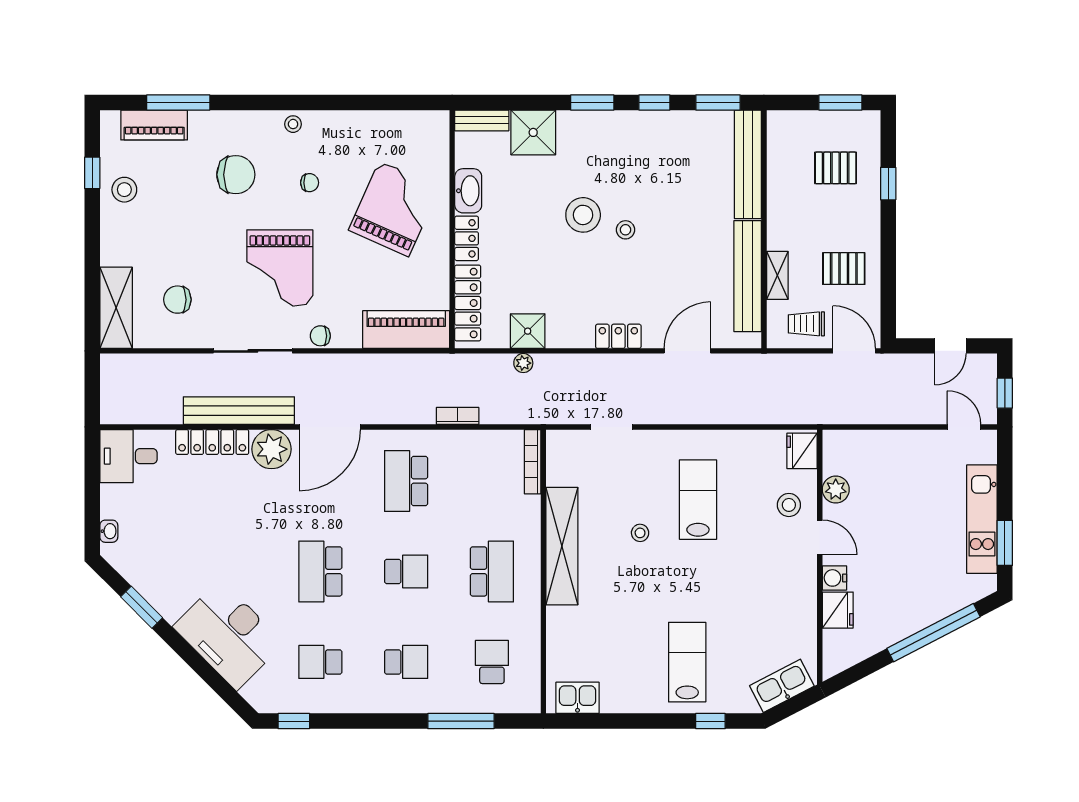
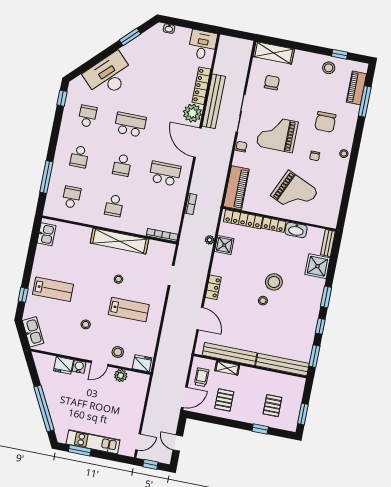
school desk: (492, 571) -> (114, 206), width x0.54
stool: (746, 582) -> (86, 324), added
school desk: (492, 662) -> (71, 197), turned -90

